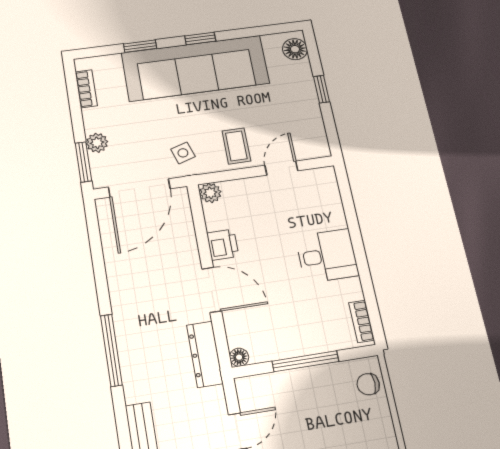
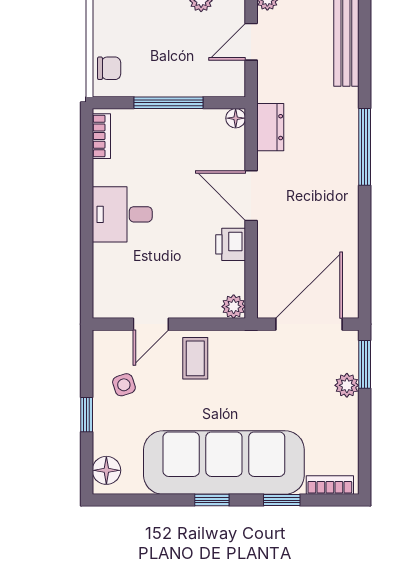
bookcase: (86, 89) -> (330, 485), moved, turned 90
side table: (183, 153) -> (124, 385), moved
dresser: (205, 354) -> (270, 127), width x0.70

